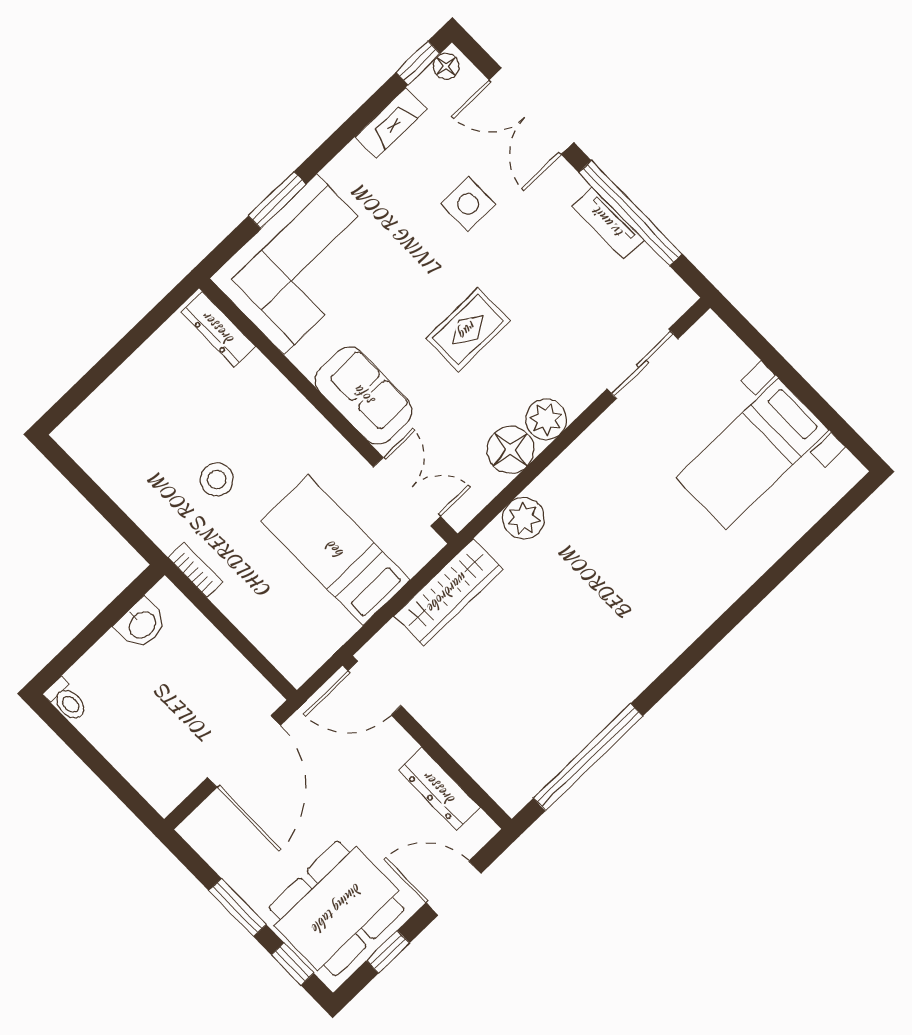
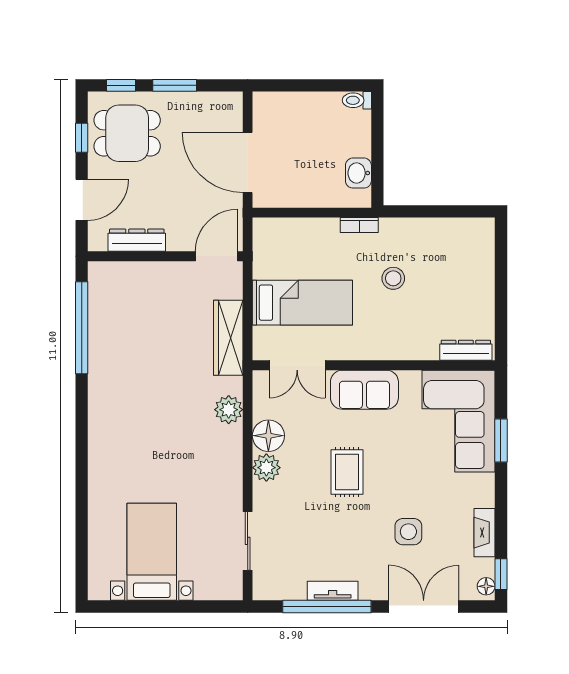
dining table: (337, 908) -> (127, 133), width x0.73

